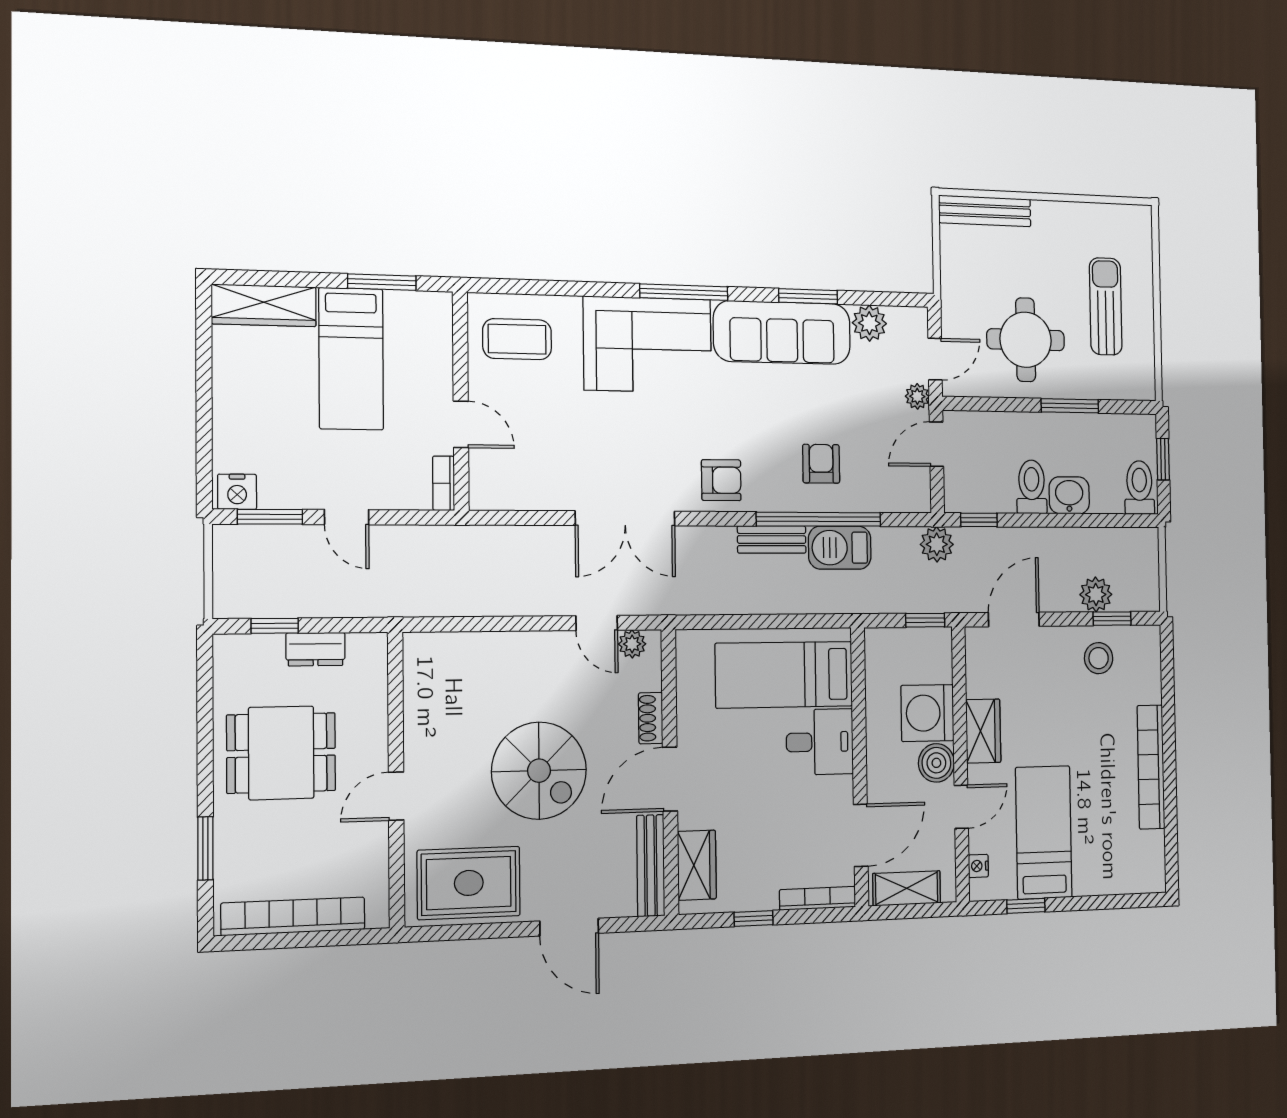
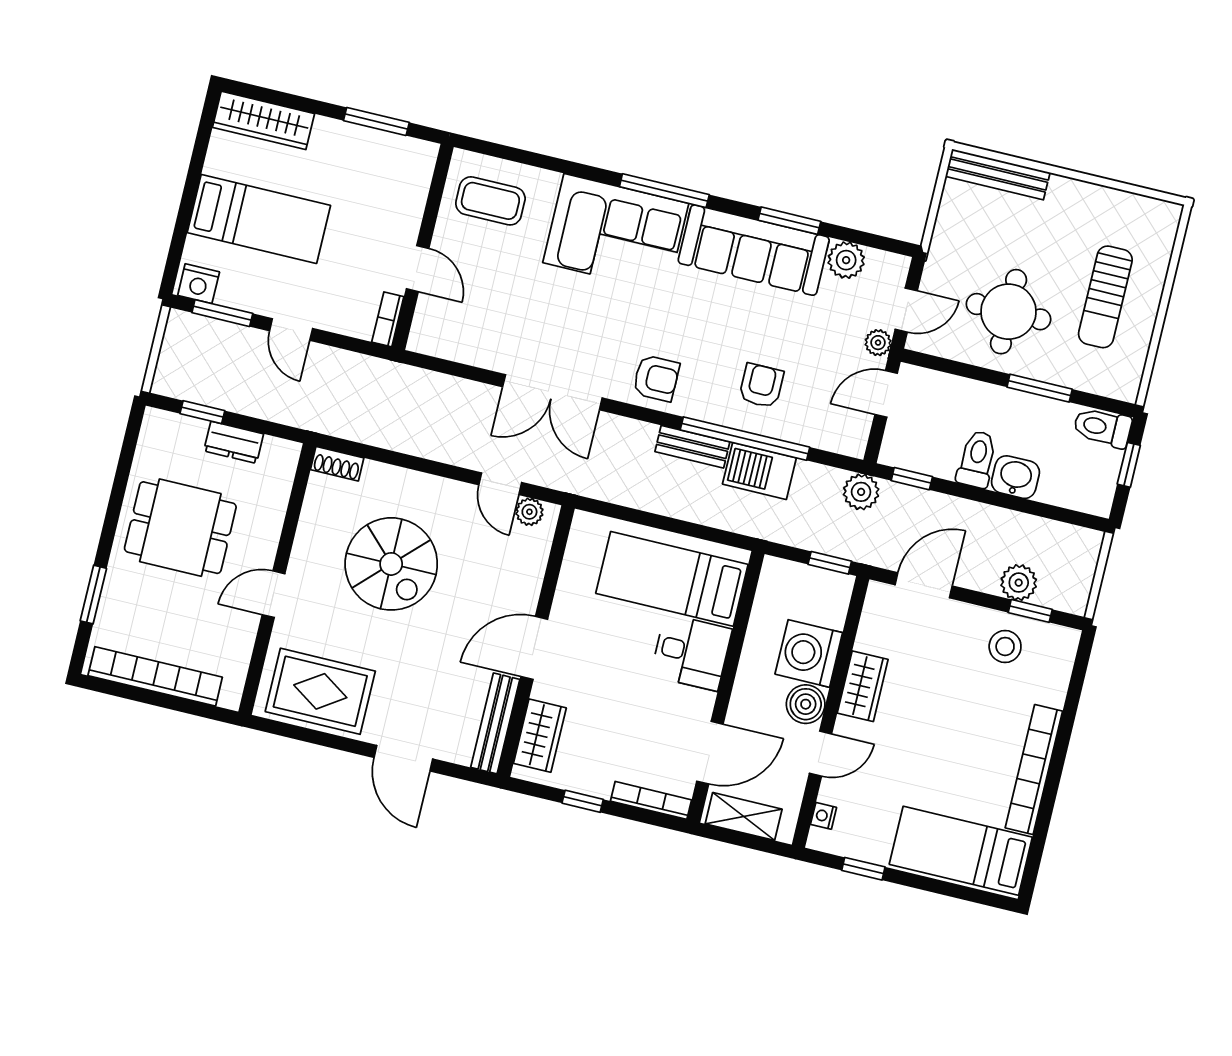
sun lounger: (1106, 306) -> (1105, 297), turned 180
bed: (351, 359) -> (259, 219), moved, turned -90
toilet: (1139, 487) -> (1102, 427), moved, turned -90
shoe rack: (651, 718) -> (337, 464), moved, turned -90
spiral stairs: (539, 771) -> (391, 564), moved
bed: (1044, 832) -> (961, 851), moved, turned -90

